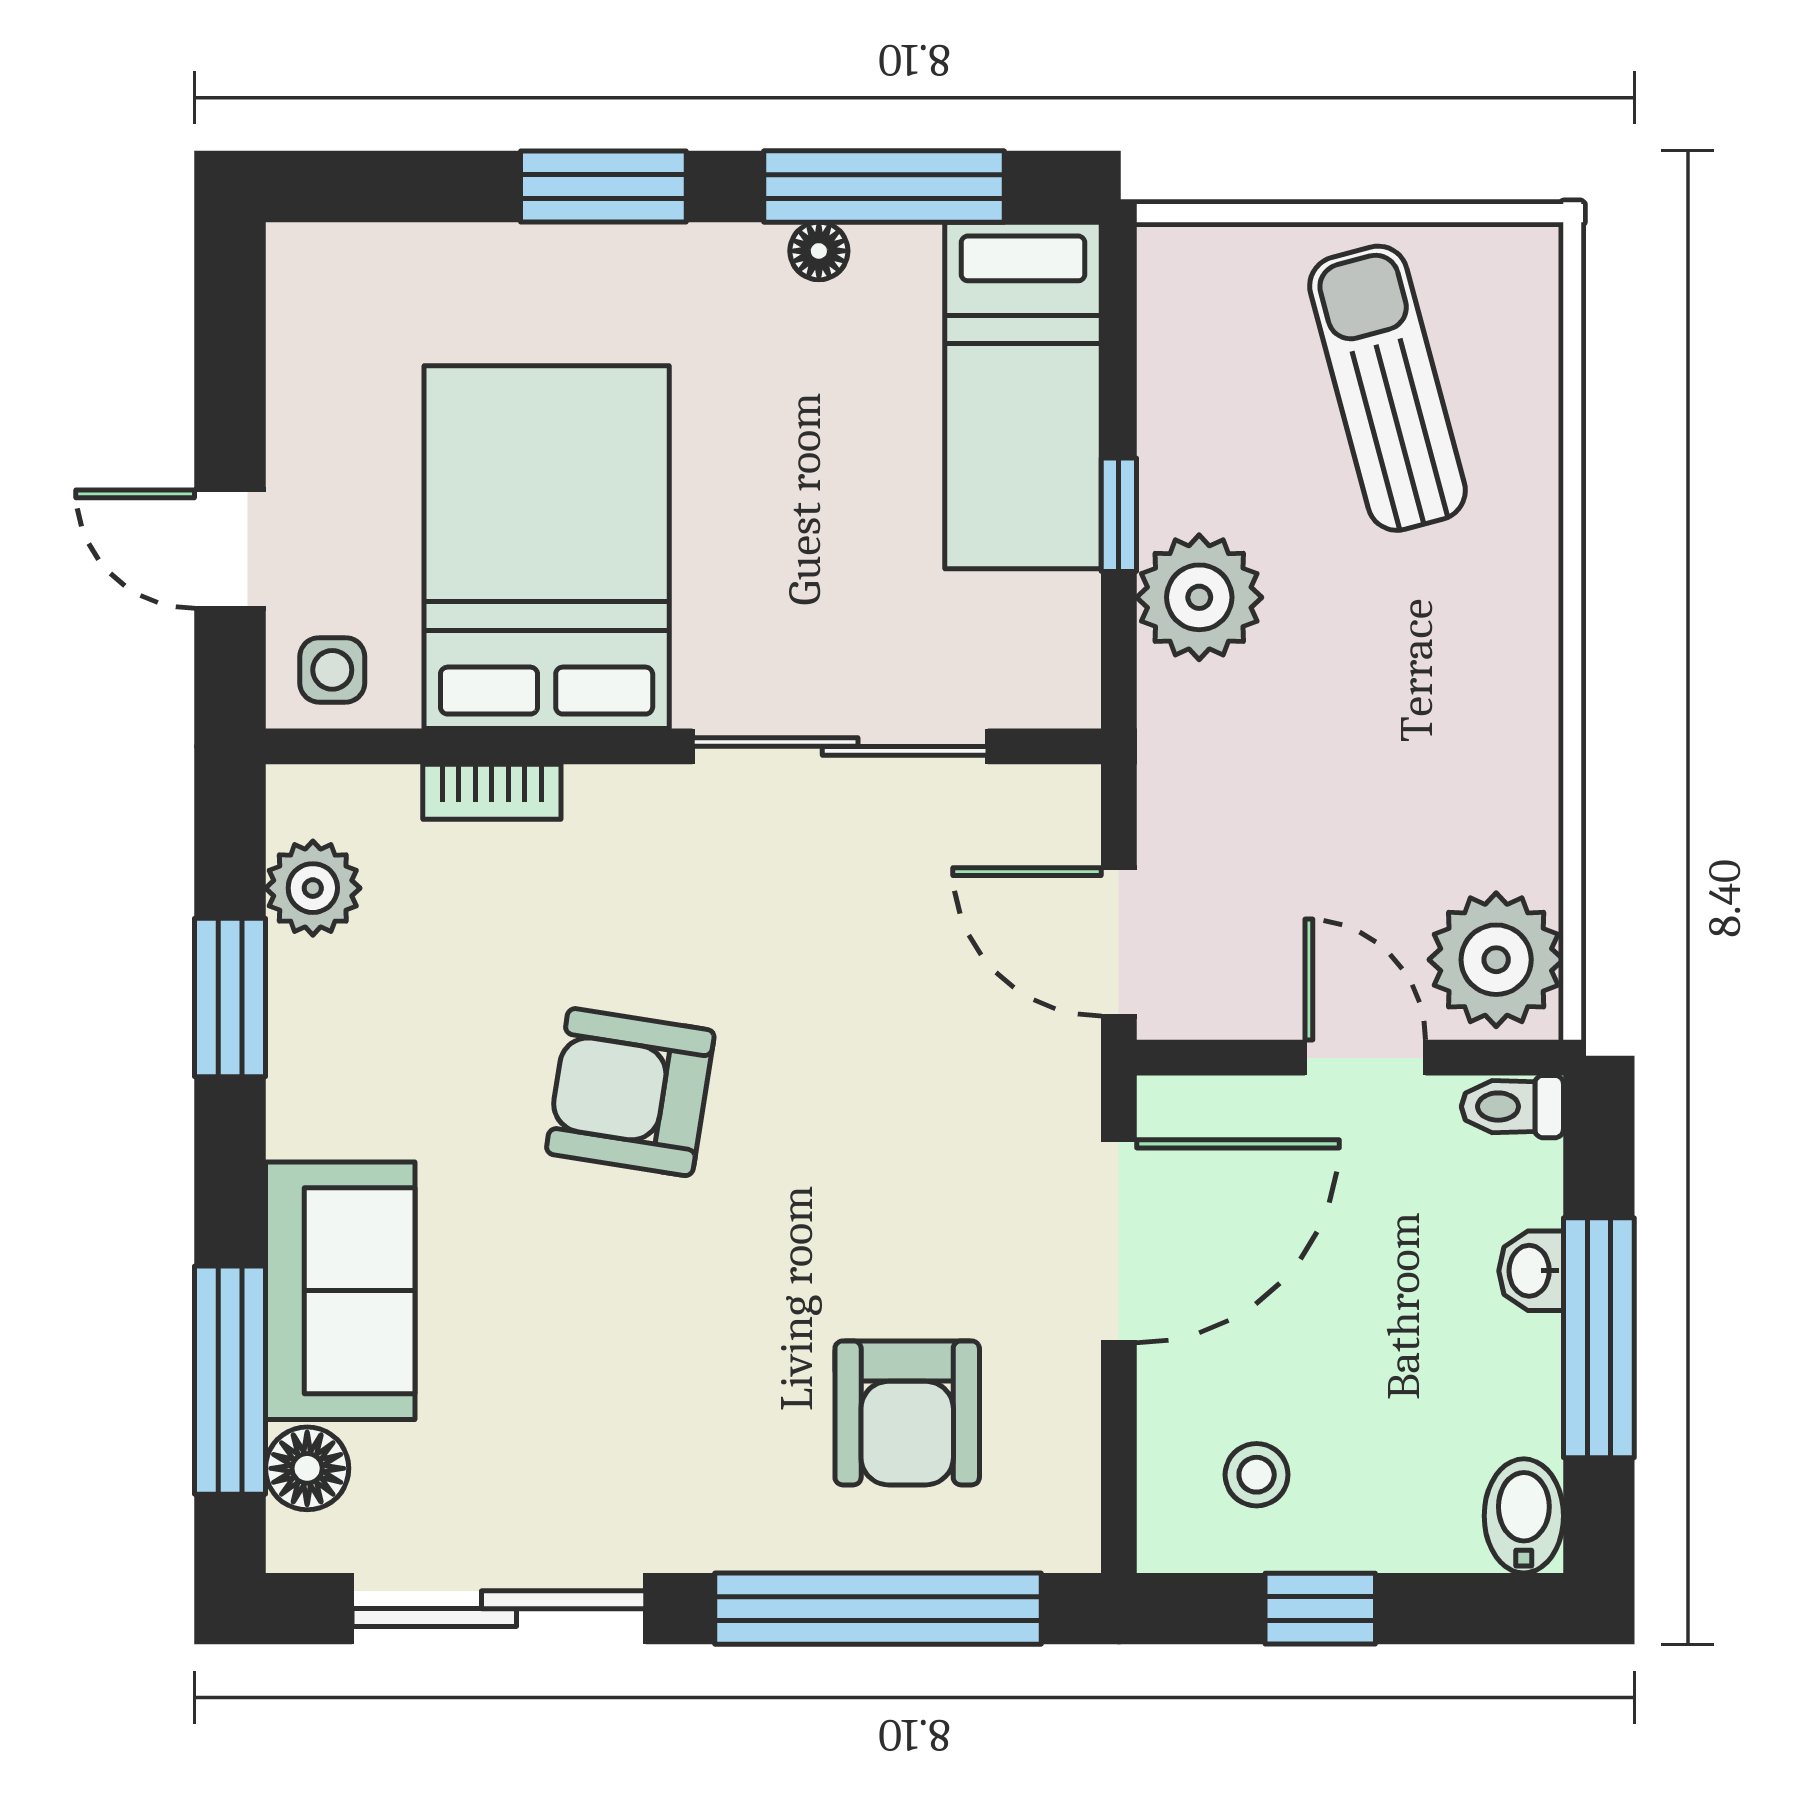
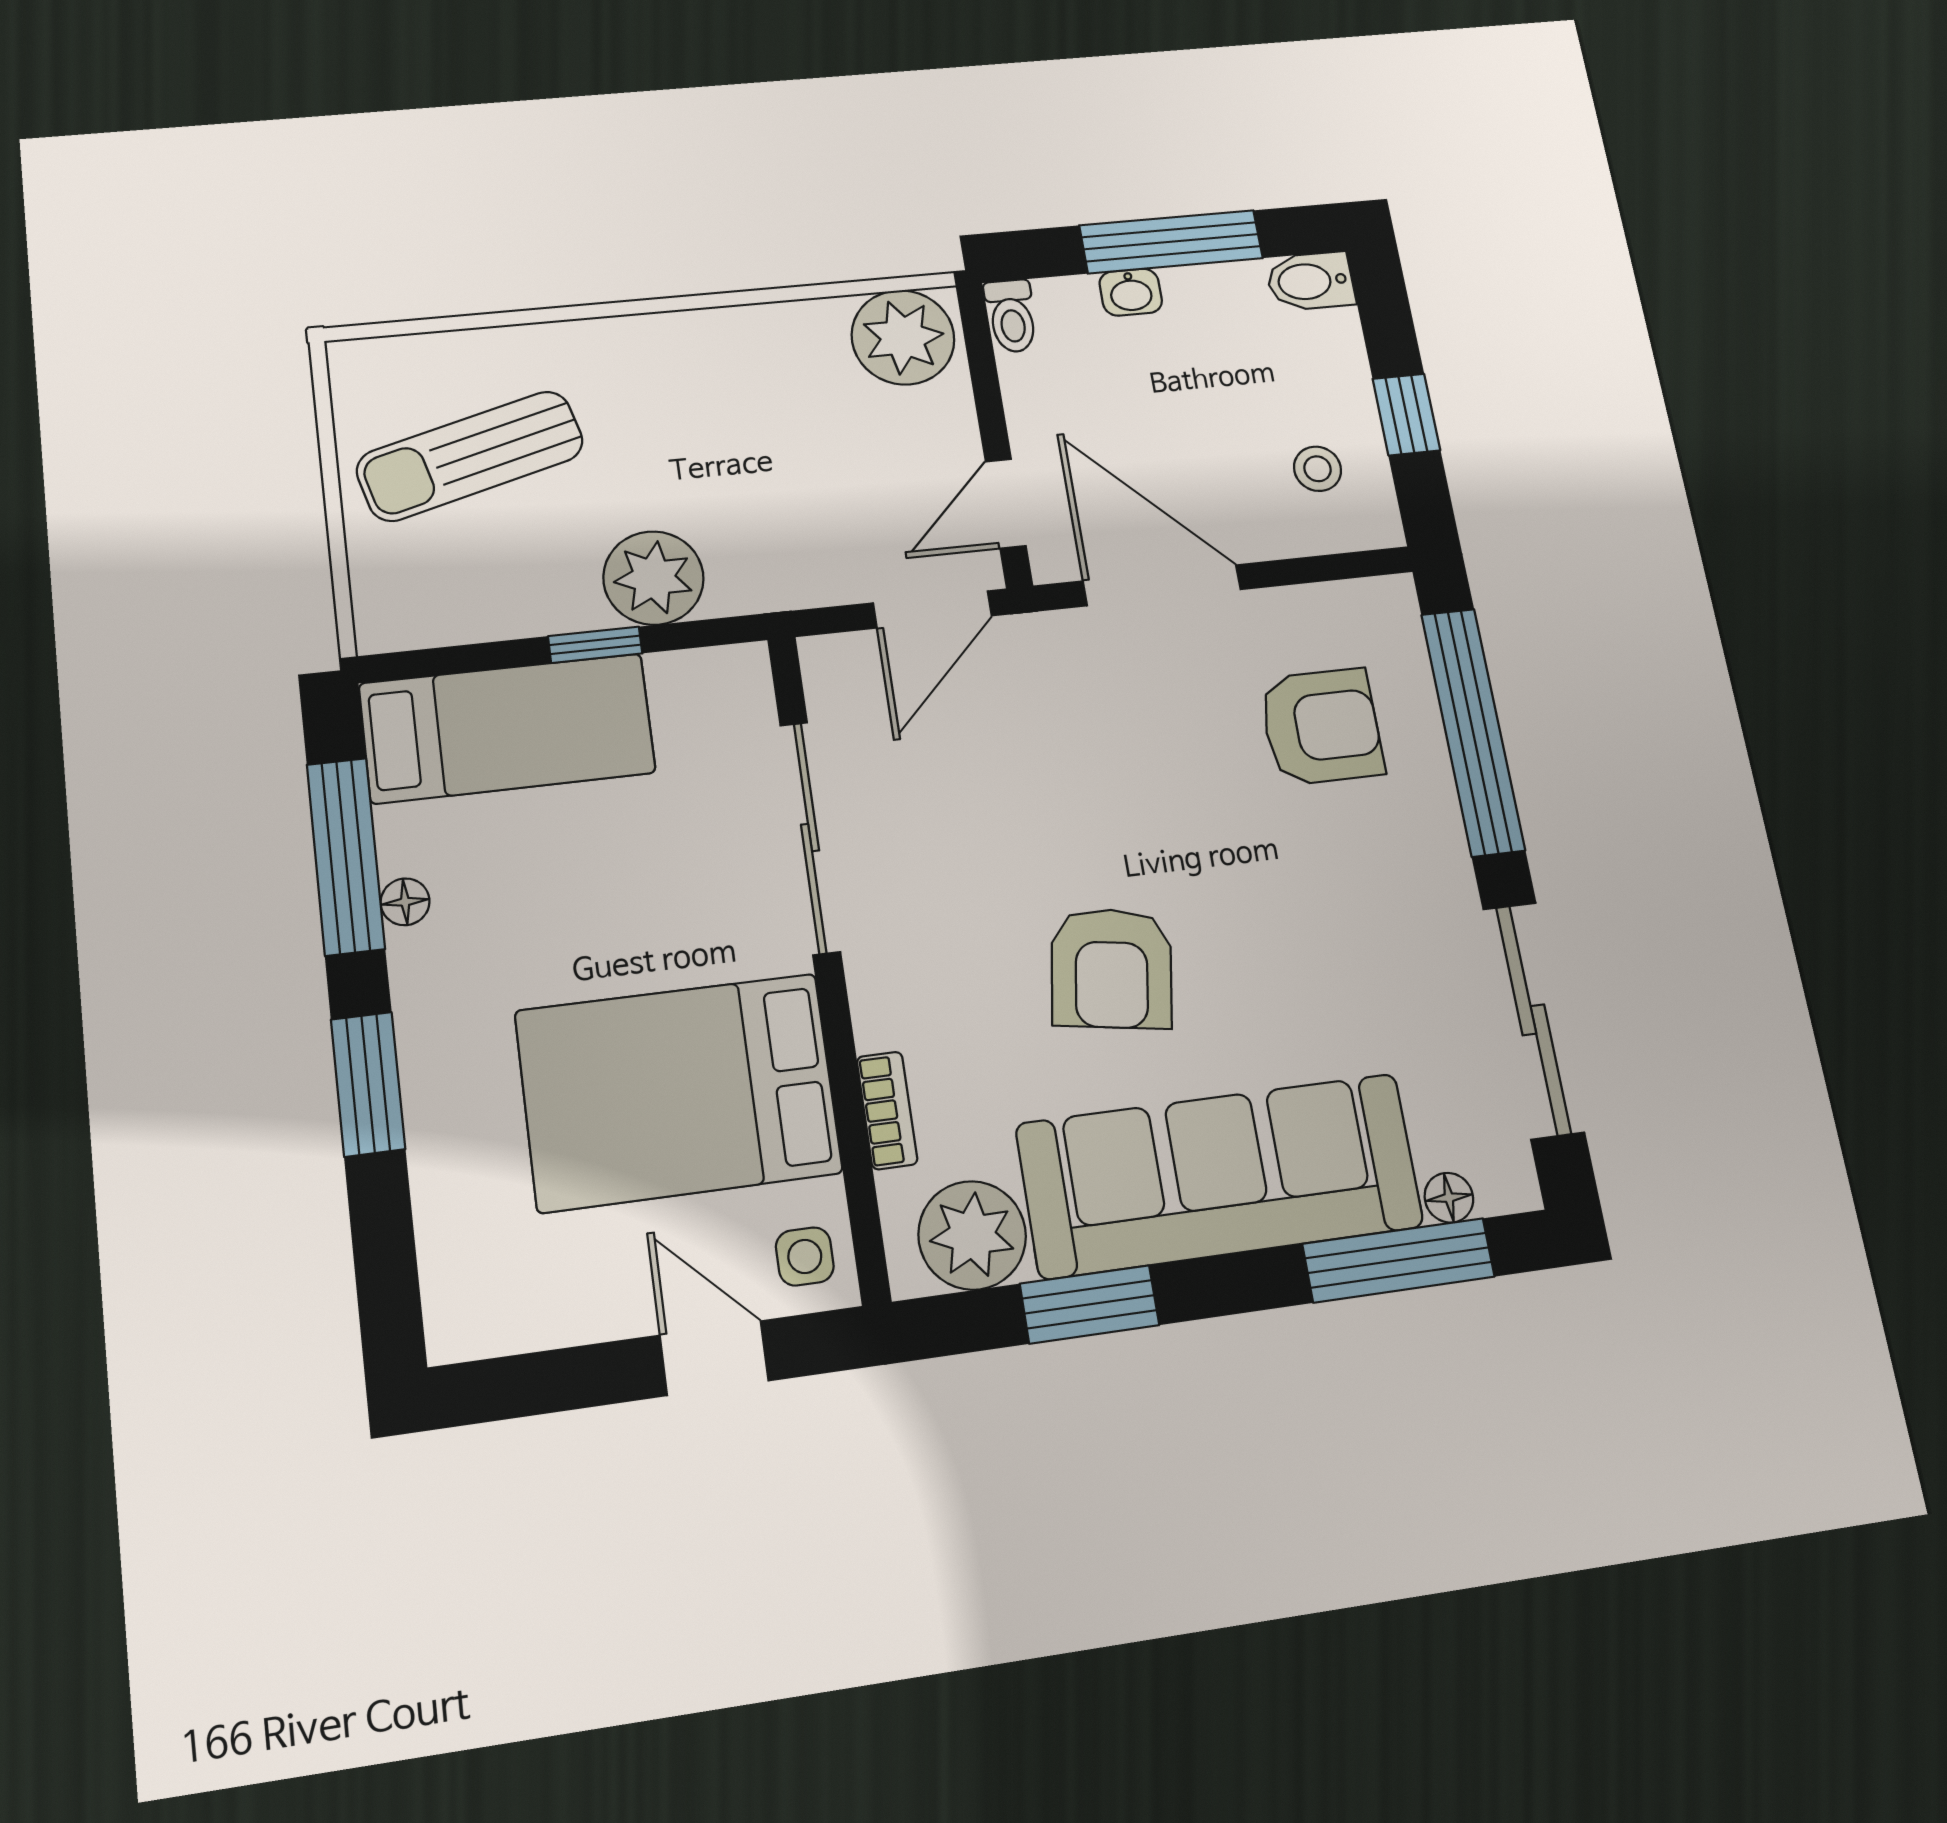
door: (230, 549) -> (714, 1358), swing flipped
plant: (313, 888) -> (972, 1235), width x1.36, depth x1.36
door: (1365, 1058) -> (1006, 504), moved
sofa: (340, 1291) -> (1220, 1175), width x1.85, depth x1.27
floor lamp: (307, 1468) -> (1449, 1198), width x0.73, depth x0.73

